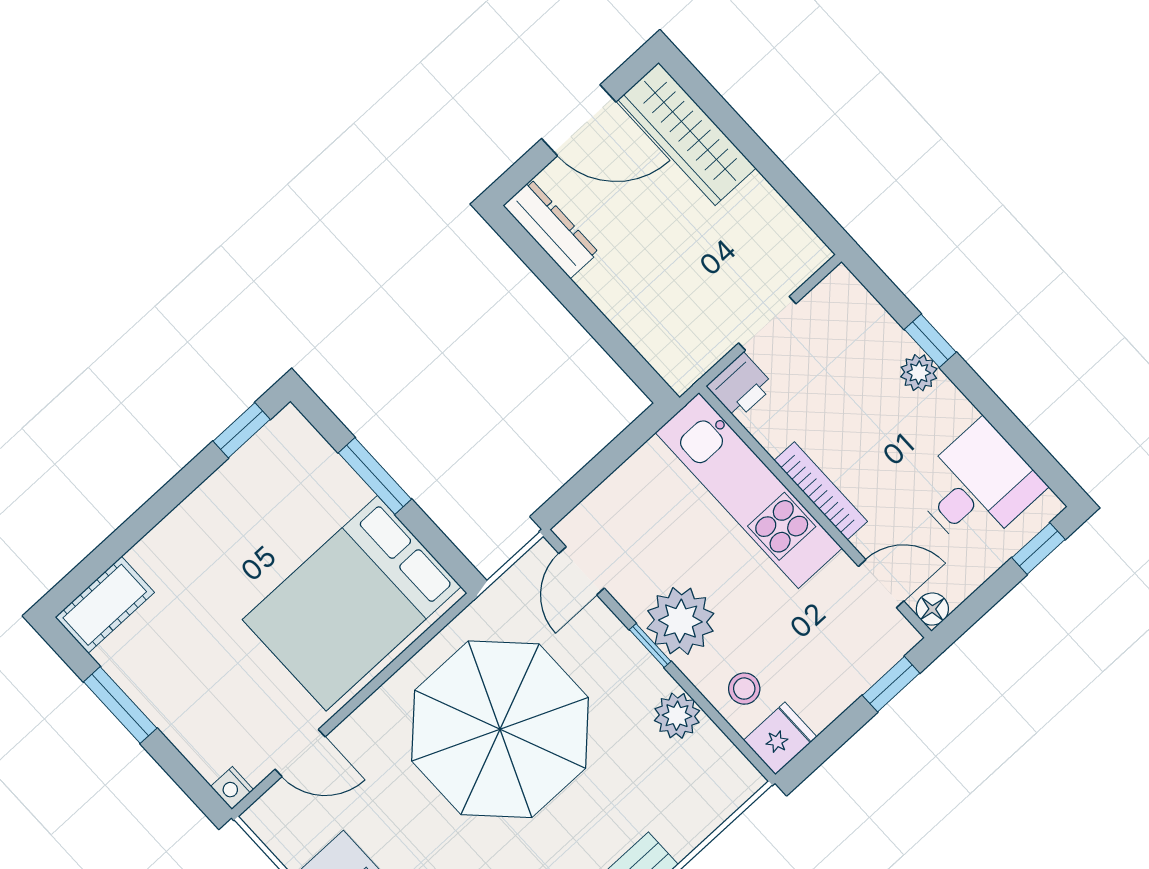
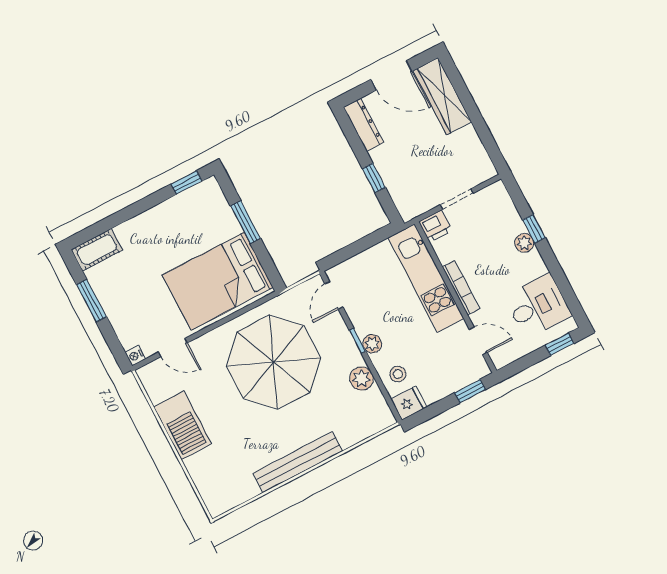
window: (598, 325) -> (374, 178), added
floor lamp: (932, 609) -> (500, 360), removed
plant: (680, 621) -> (372, 344), width x0.53, depth x0.53

